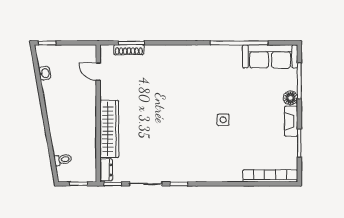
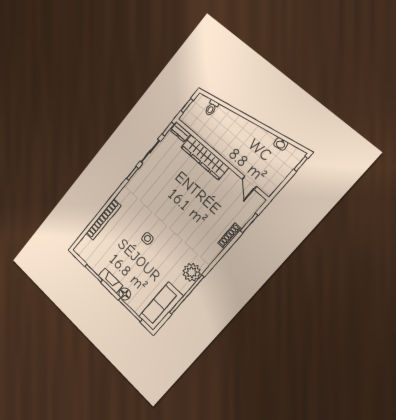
shoe rack: (129, 50) -> (230, 236), moved
plant: (216, 55) -> (192, 272), added
door: (98, 72) -> (249, 183), swing flipped
bookcase: (270, 176) -> (103, 220), moved

